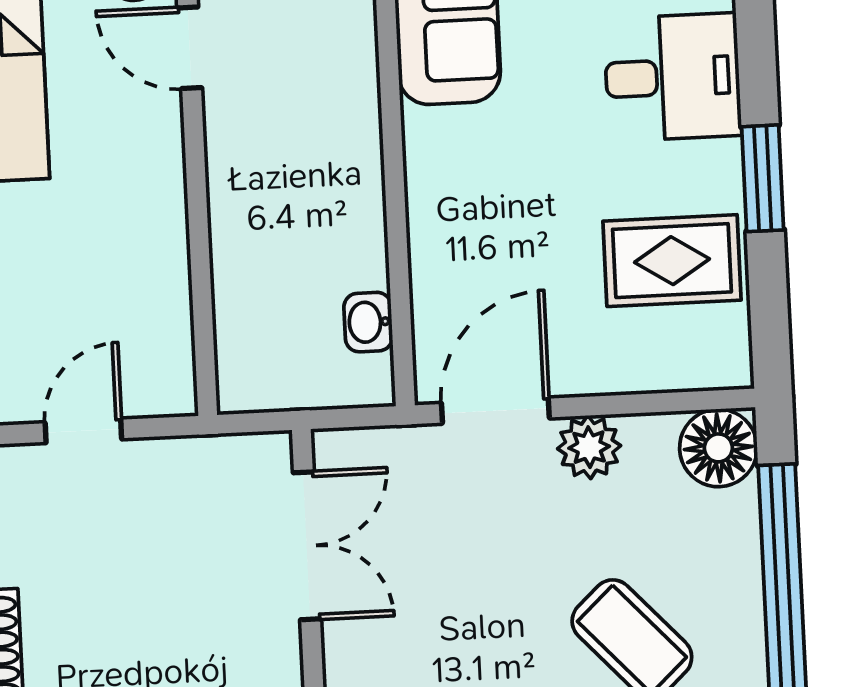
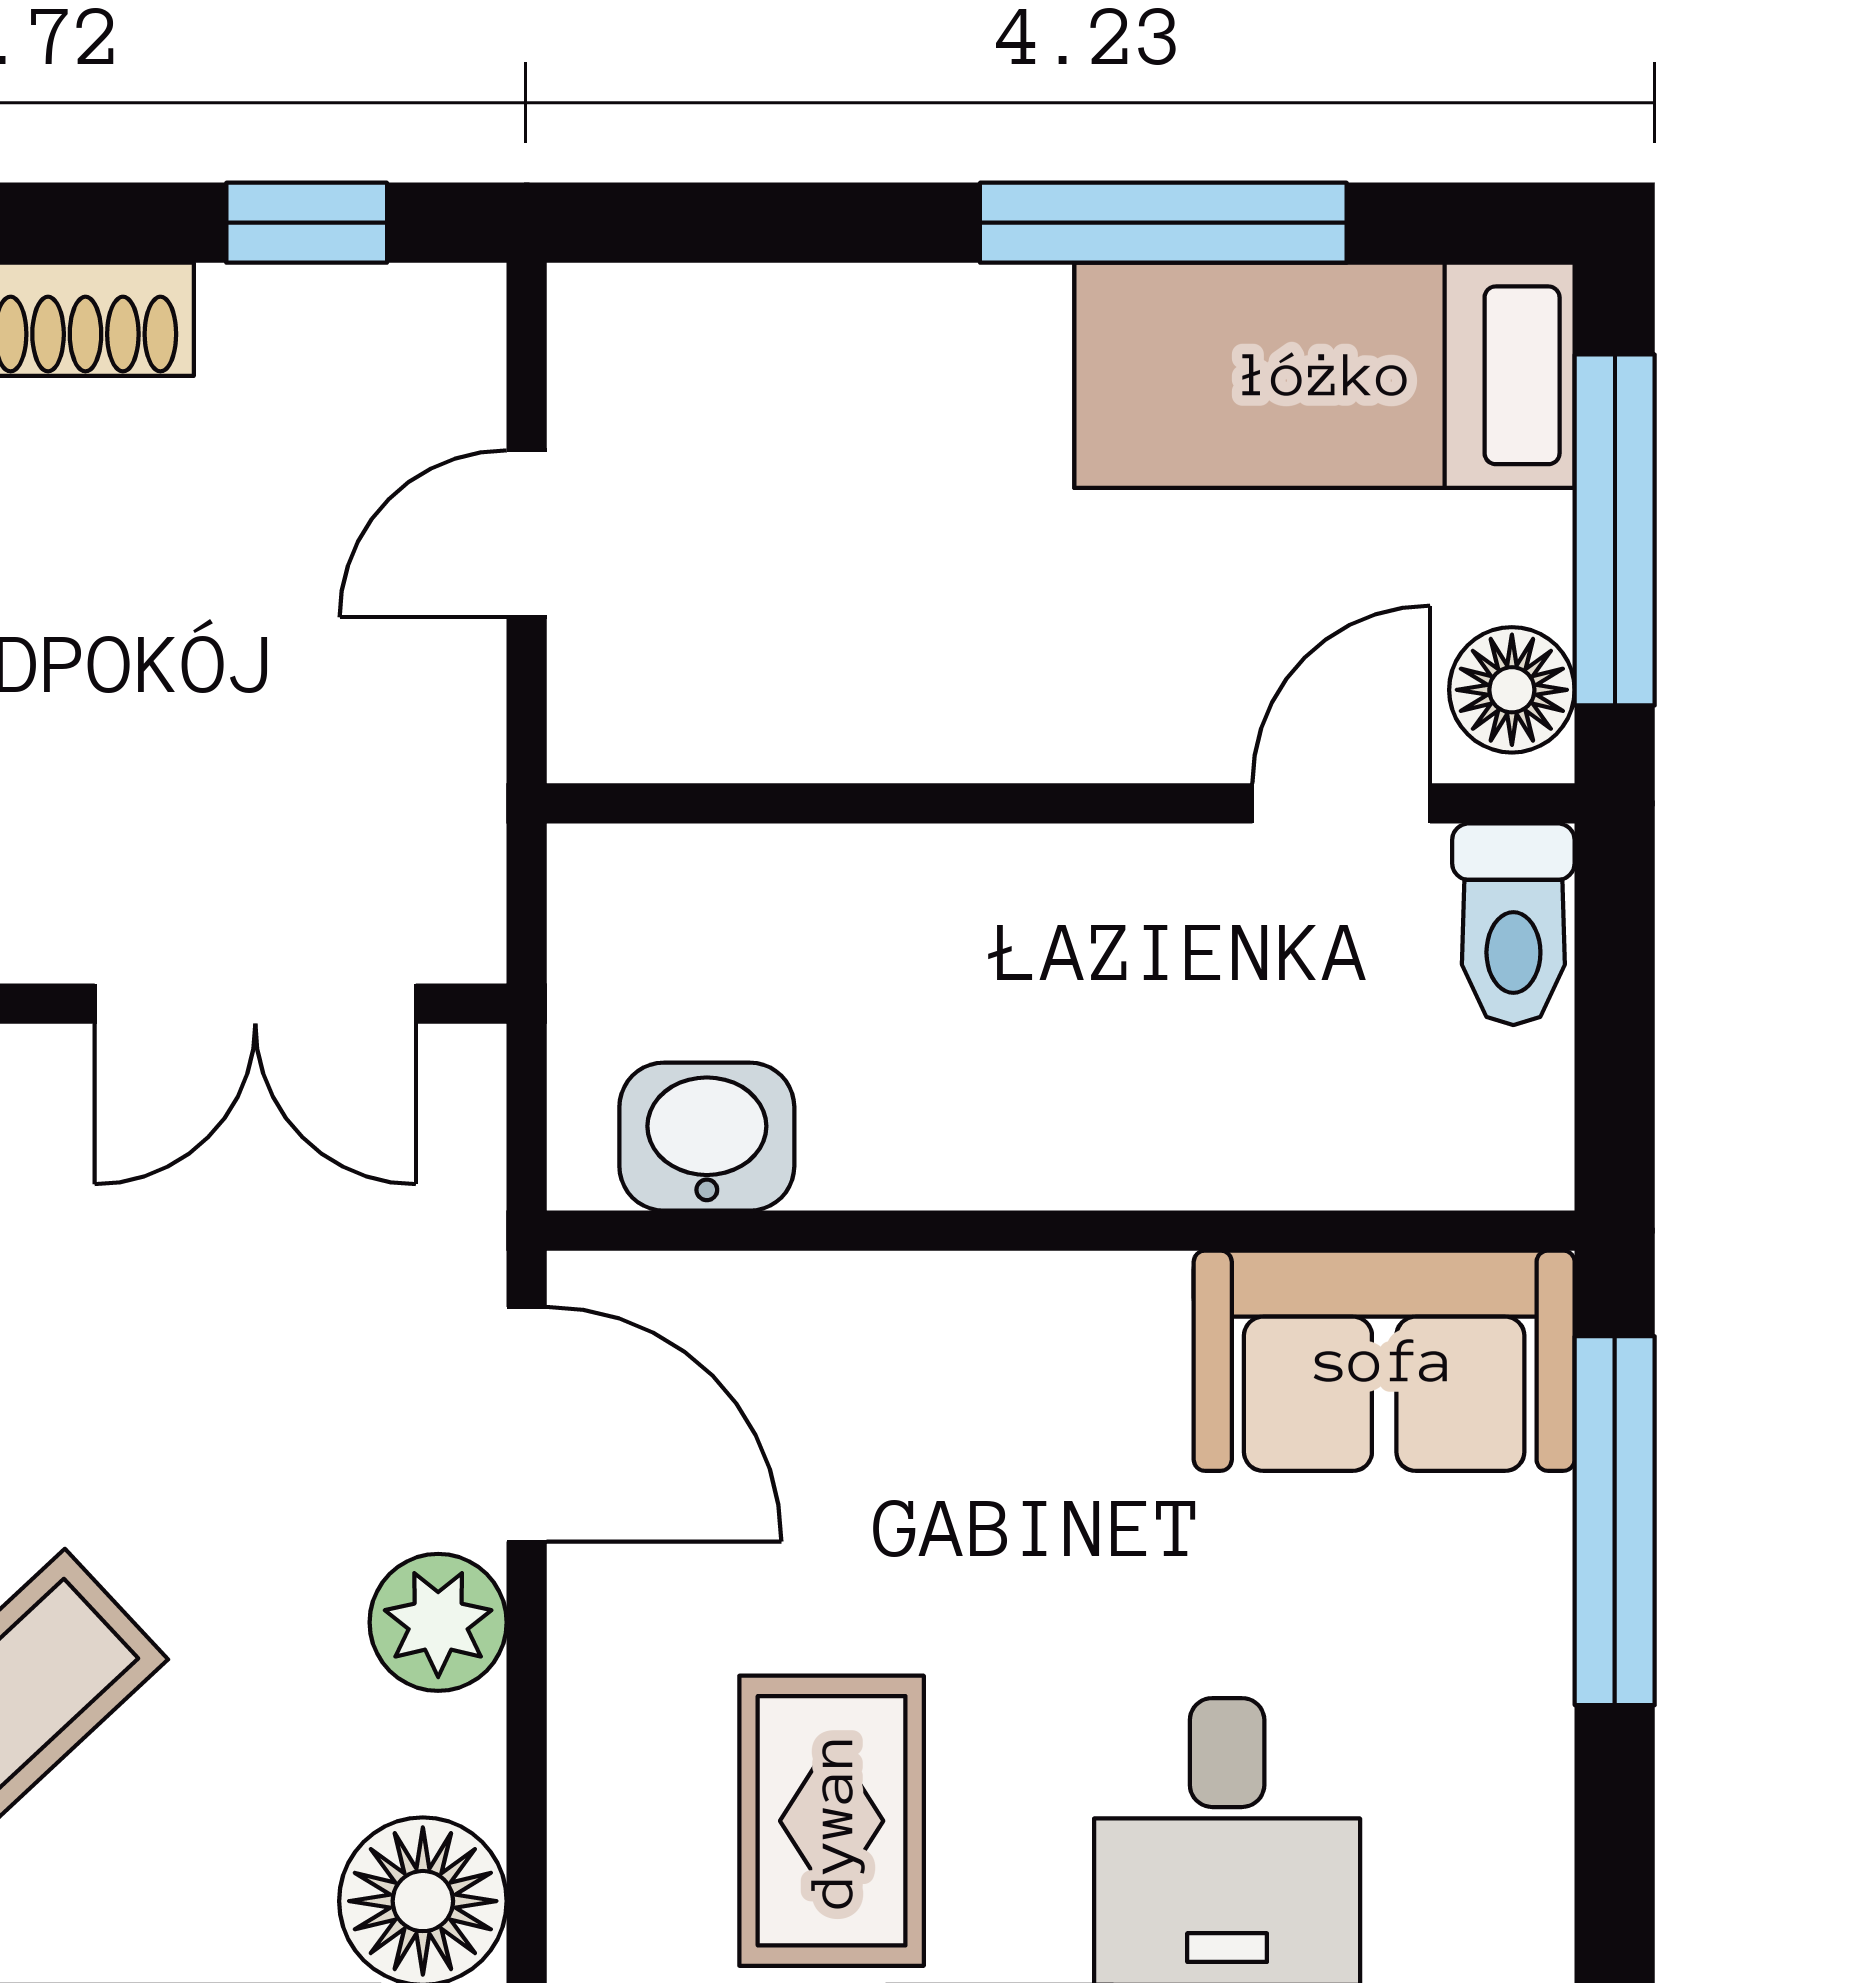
washbasin: (368, 322) -> (707, 1137), width x1.38, depth x1.45
door: (83, 431) -> (527, 534), swing flipped

